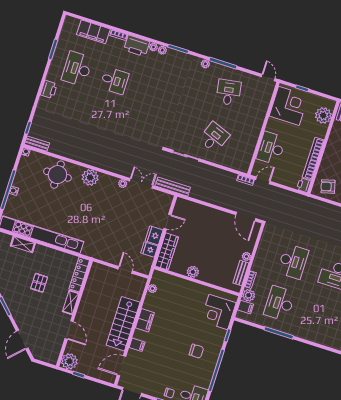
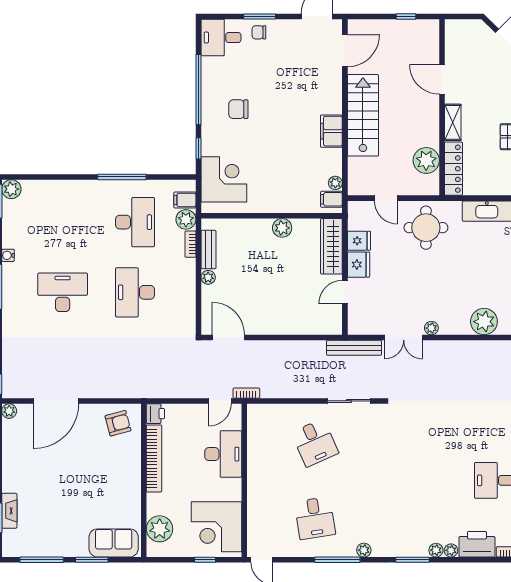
desk: (214, 137) -> (315, 443), turned -45
round table: (107, 245) -> (426, 228), added
filing cabinet: (137, 345) -> (331, 199), moved
plant: (69, 361) -> (426, 160), moved

